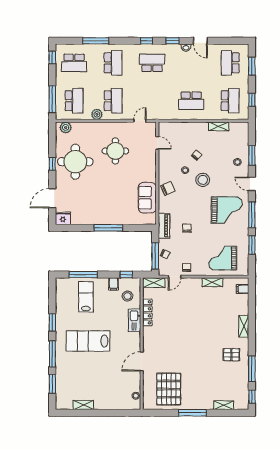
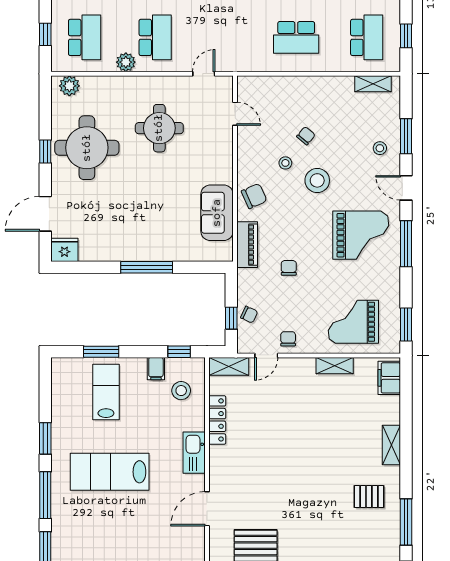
window: (52, 99) -> (45, 34), width x0.46
shelving: (219, 126) -> (373, 84), moved
piano: (164, 226) -> (247, 245), moved
window: (252, 245) -> (406, 324), moved
window: (155, 256) -> (231, 318), width x0.46
window: (83, 275) -> (101, 352), width x0.69
filing cabinet: (243, 289) -> (389, 378), width x2.00
kitchen sink: (135, 320) -> (194, 453), moved

